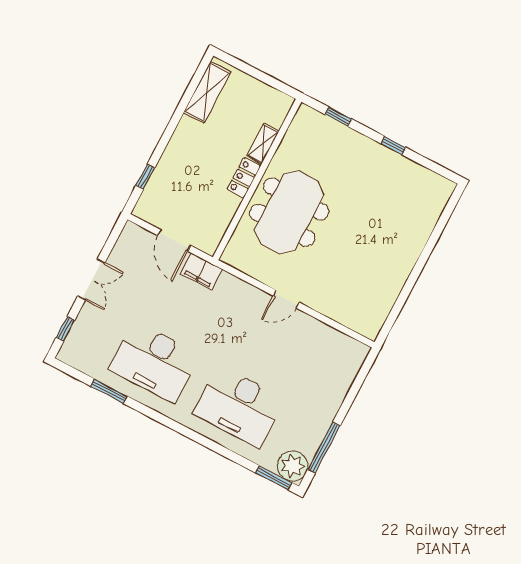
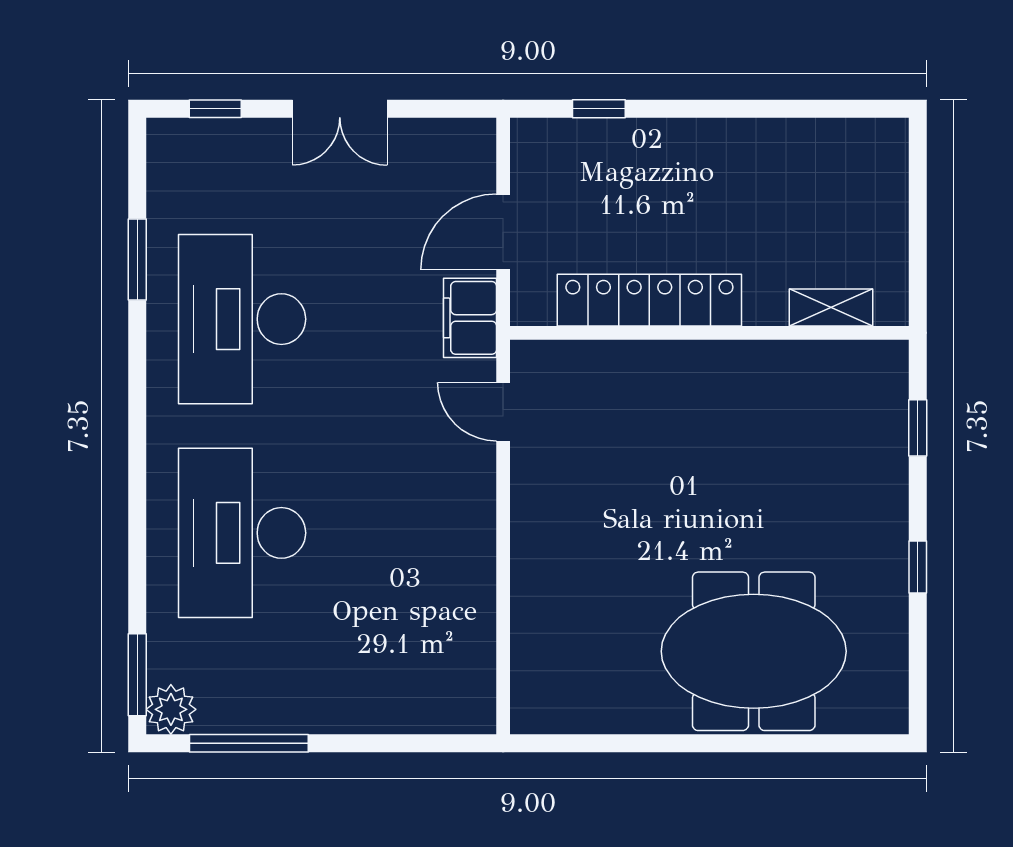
shelving: (207, 92) -> (830, 144), removed
shelving: (263, 144) -> (831, 308), moved
locker: (244, 178) -> (649, 300), width x2.16, depth x1.21
meeting table: (289, 212) -> (754, 651), moved
door: (286, 299) -> (503, 412), moved
plant: (293, 466) -> (171, 709), width x0.73, depth x0.73

